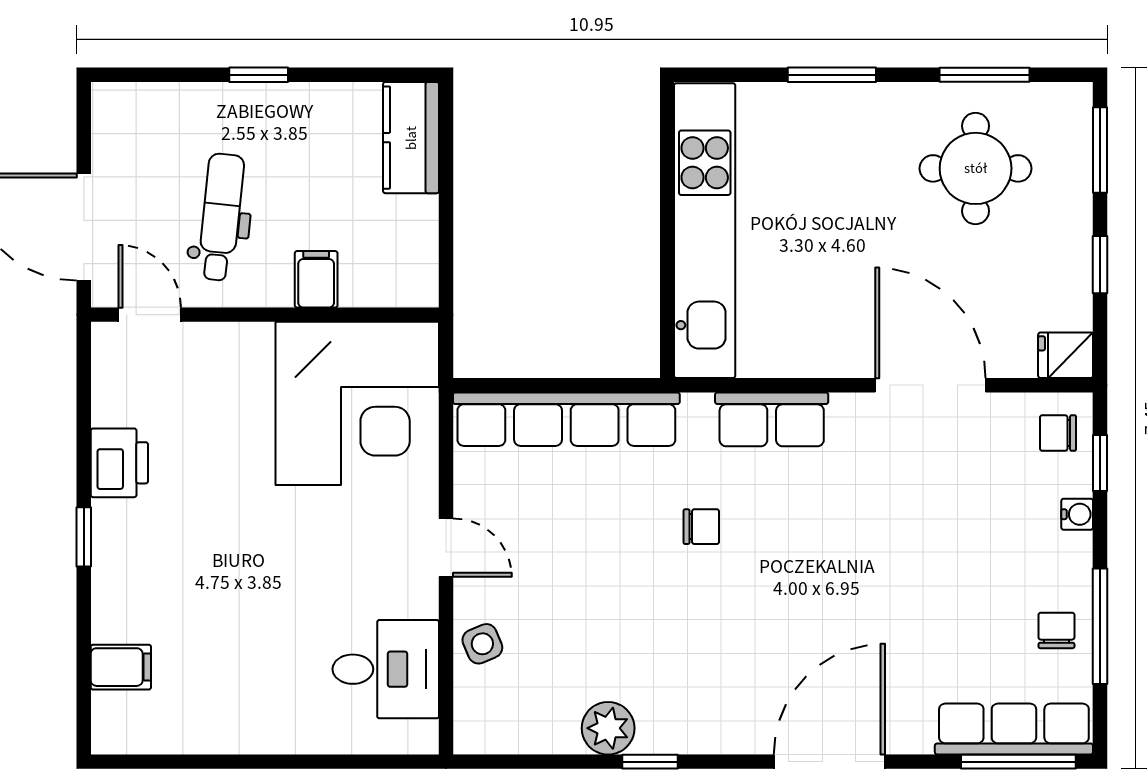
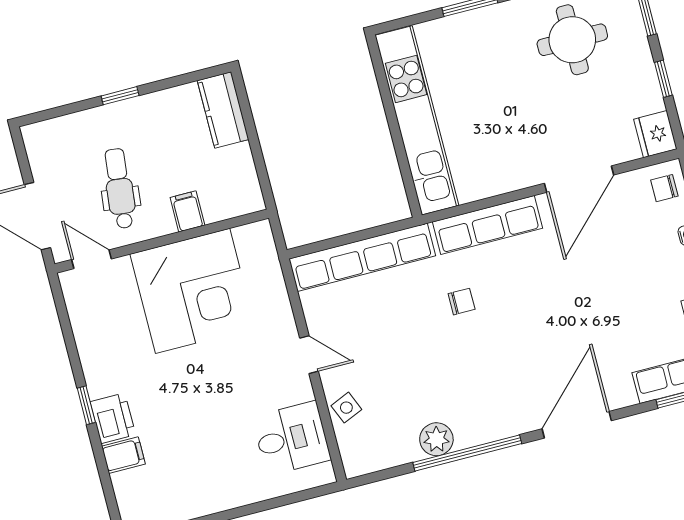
fridge: (1066, 355) -> (655, 134), width x1.38
door: (930, 385) -> (579, 179), swing flipped
corner desk: (357, 403) -> (193, 291), moved
row of seats: (772, 419) -> (488, 225), width x1.48
printer: (119, 463) -> (113, 418), moved
filing cabinet: (121, 667) -> (123, 455), moved
window: (650, 762) -> (467, 453), width x3.17

